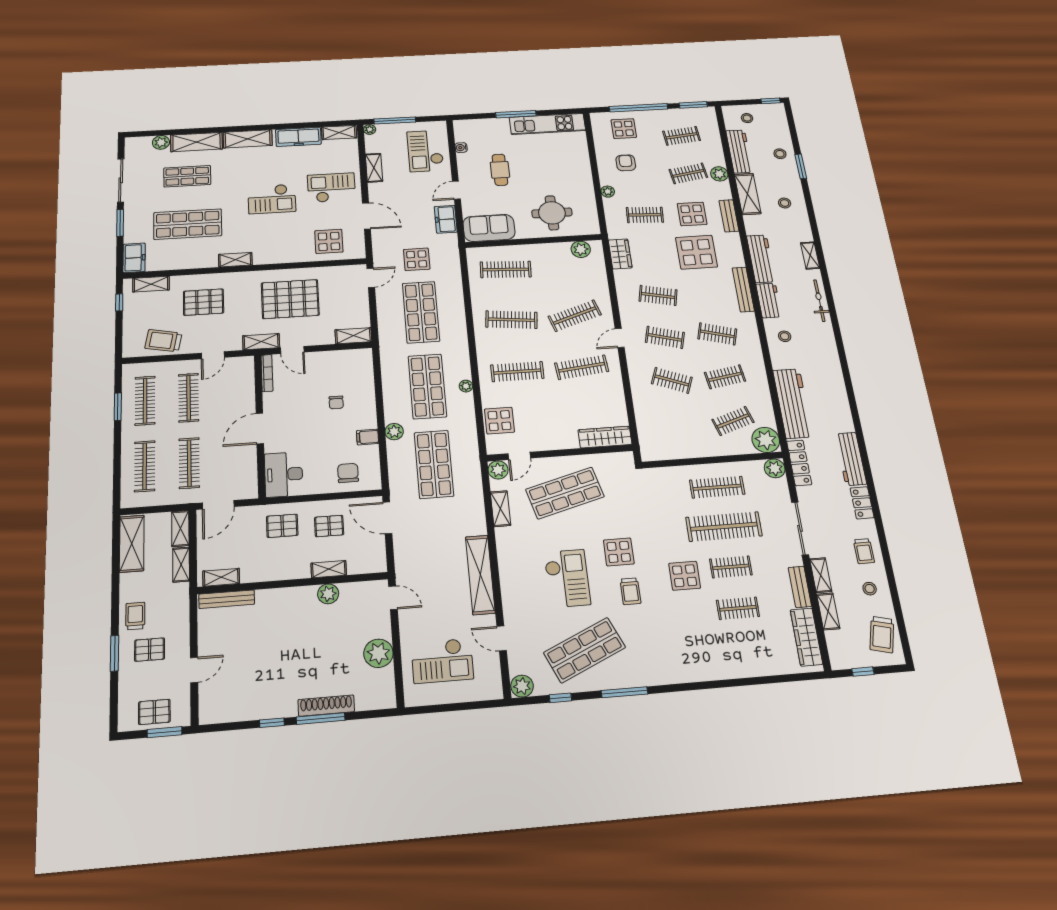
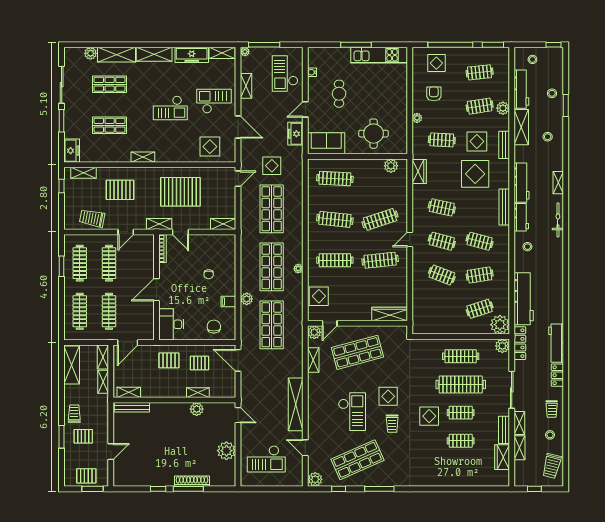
shop shelf: (188, 224) -> (110, 125), width x0.70, depth x0.74
wardrobe: (806, 637) -> (502, 457), width x0.67

